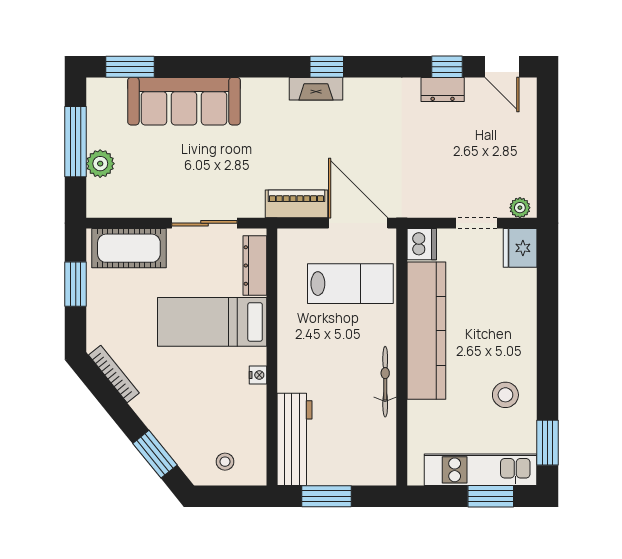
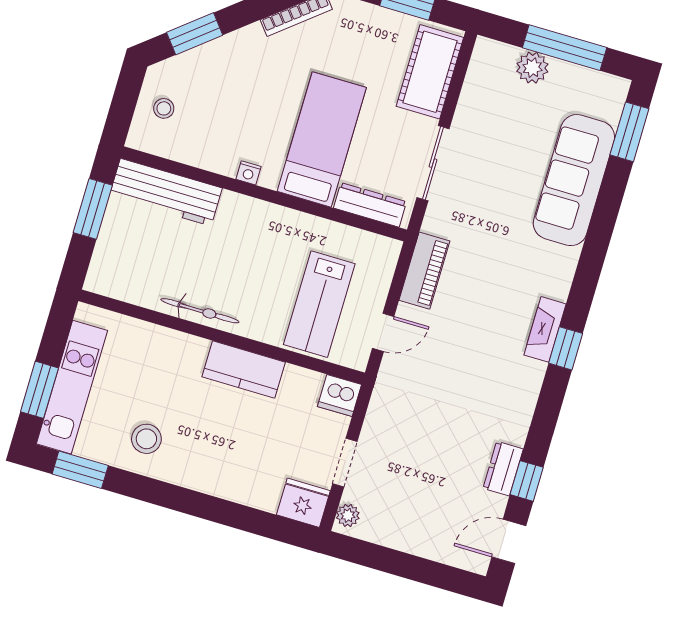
door: (358, 223) -> (383, 332), width x0.53
kitchen counter: (426, 331) -> (244, 369), width x0.48, depth x0.86

